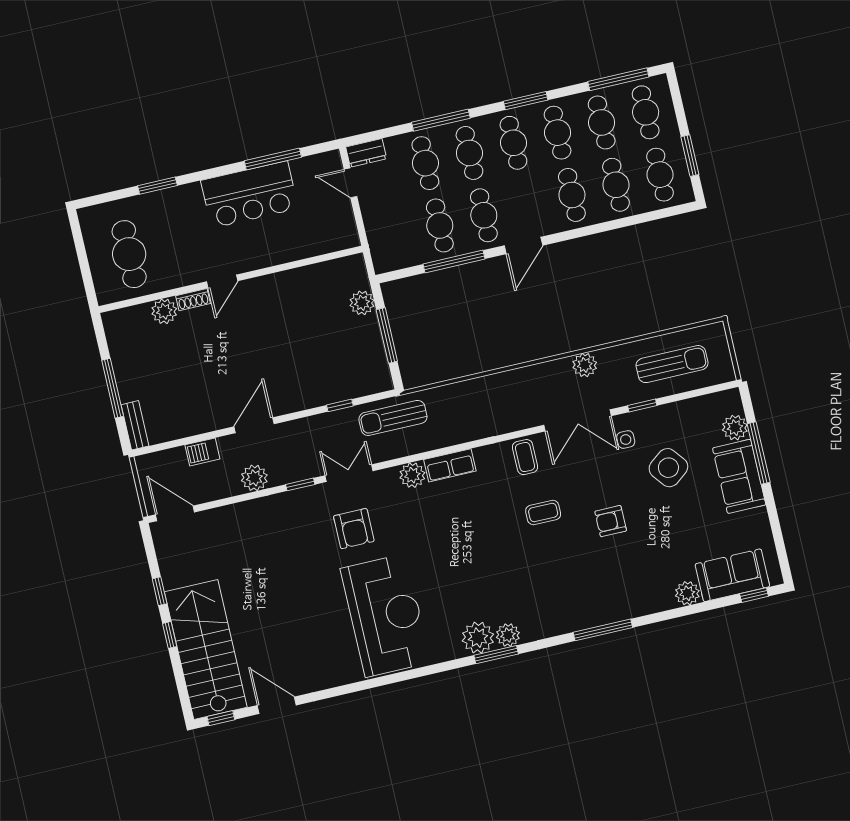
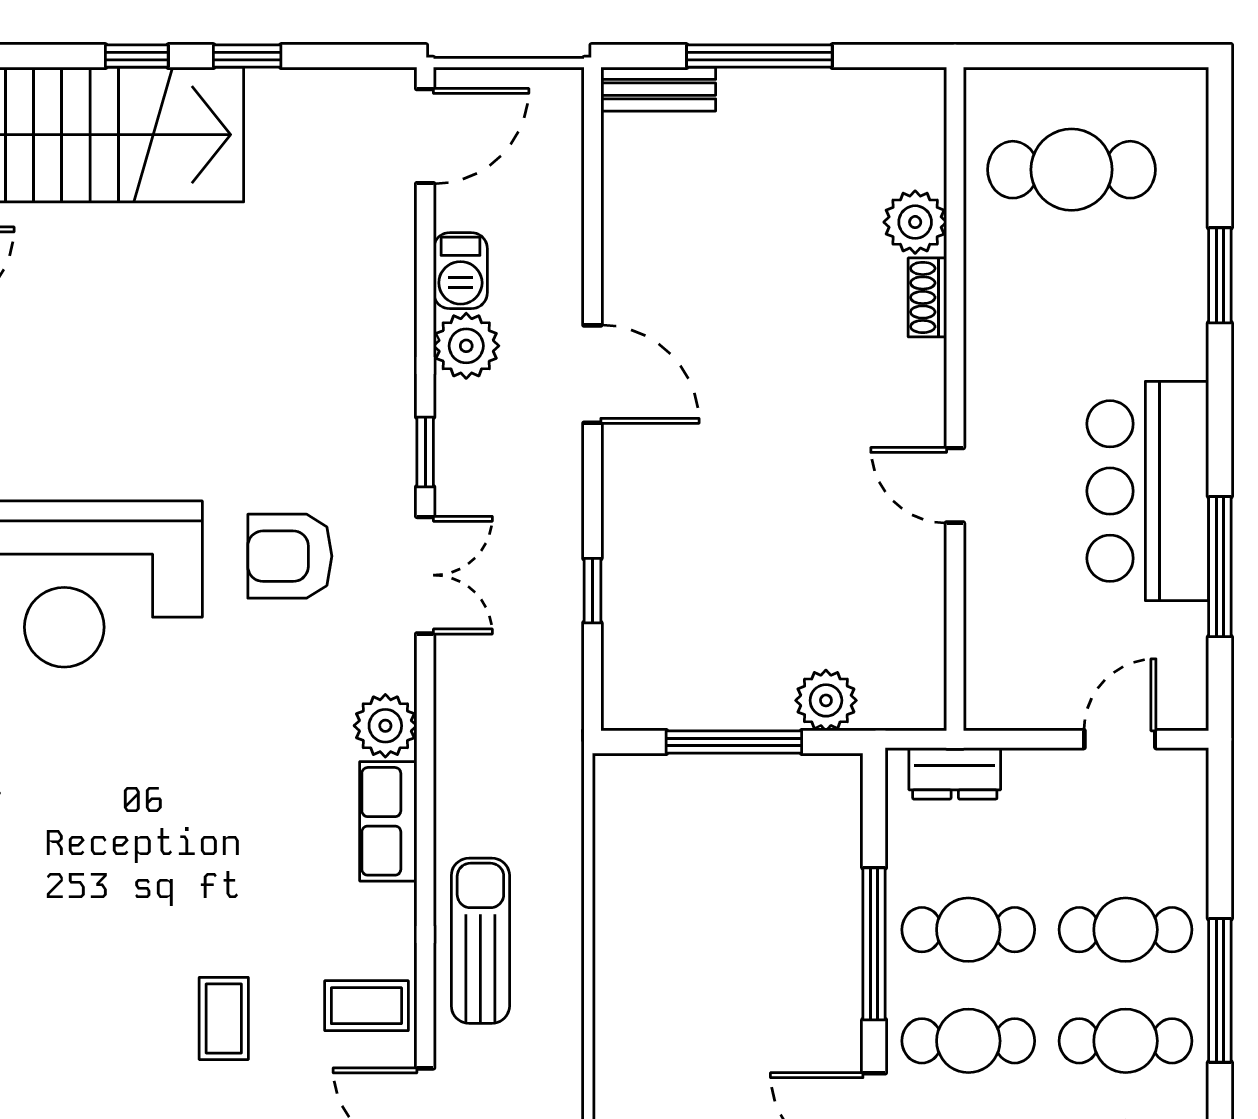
dresser: (366, 153) -> (955, 773), moved, turned -90
door: (222, 281) -> (955, 485), moved
sun lounger: (393, 418) -> (480, 941), moved
barbecue: (202, 452) -> (460, 271), moved, turned 180

